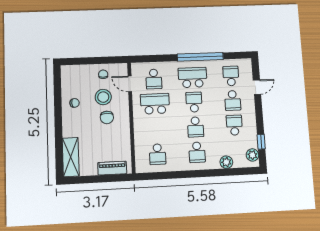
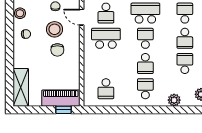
stool: (68, 83) -> (20, 13), added
school desk: (197, 152) -> (145, 89), turned 180
piano: (112, 168) -> (61, 98), width x1.37, depth x1.33
window: (115, 178) -> (63, 110), added

